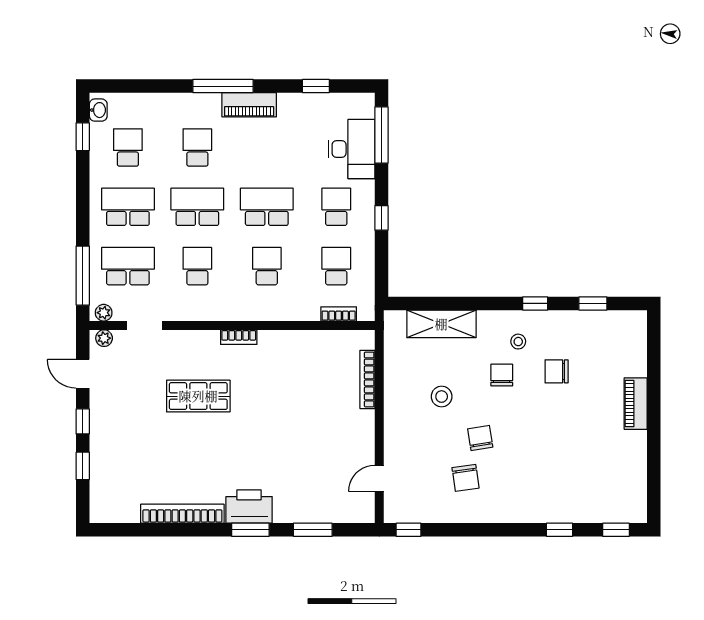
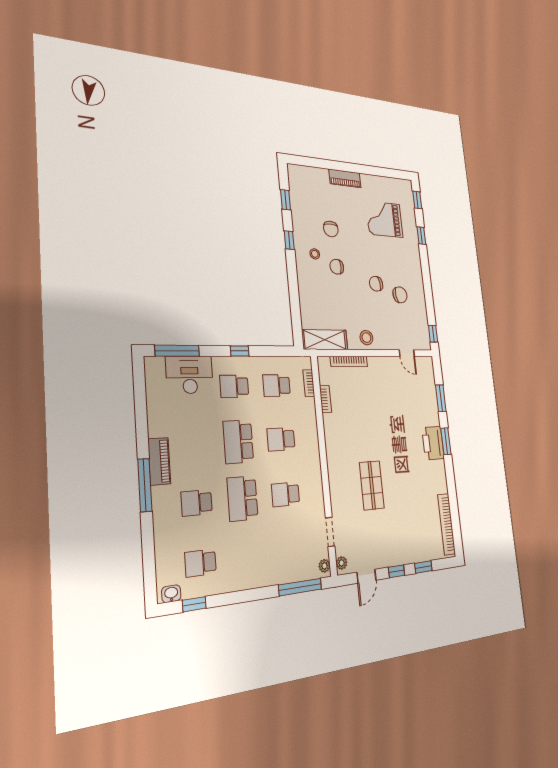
window: (316, 86) -> (141, 405), removed
school desk: (128, 207) -> (247, 557), removed
school desk: (128, 266) -> (290, 551), removed
shelving: (441, 324) -> (325, 340), moved, turned 90
bookcase: (239, 337) -> (326, 399), moved
stool: (442, 397) -> (366, 338), moved
grand piano: (580, 465) -> (384, 219), added
bookcase: (182, 514) -> (447, 524), moved

